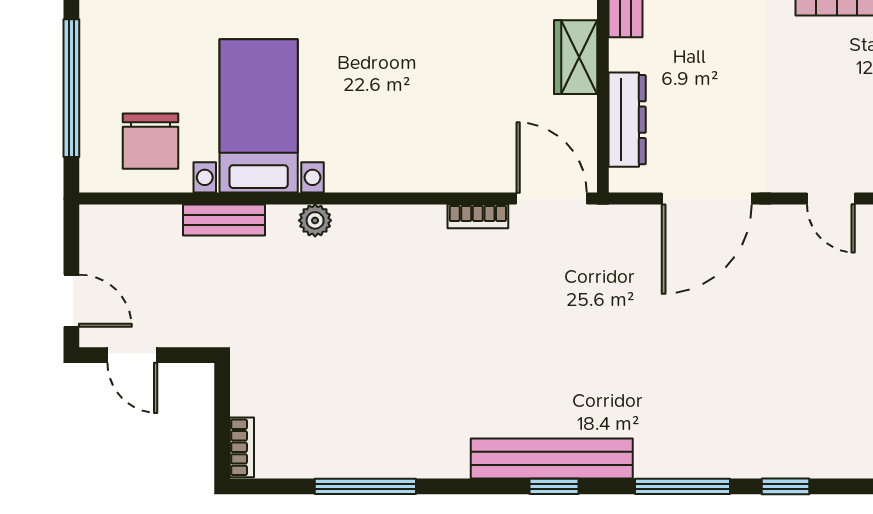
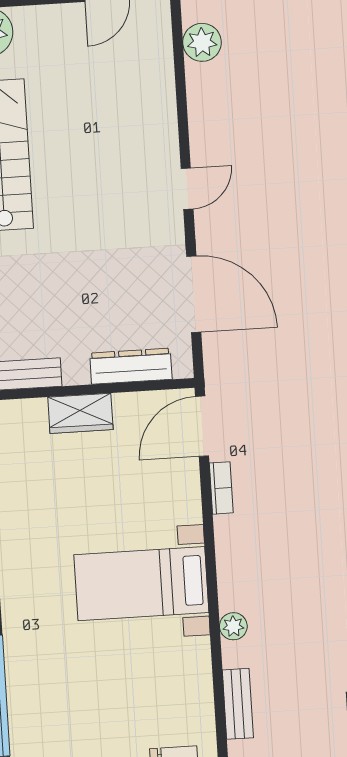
bed with nightstands: (259, 116) -> (141, 584), moved

